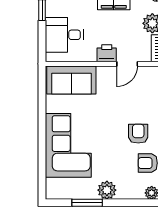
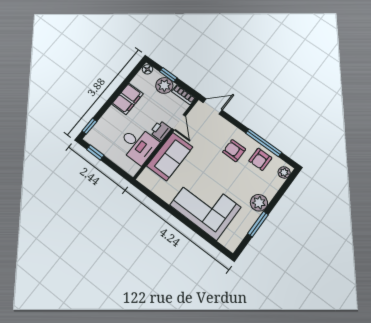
desk: (64, 35) -> (138, 145), moved, turned -90
sofa: (71, 80) -> (170, 156), moved

